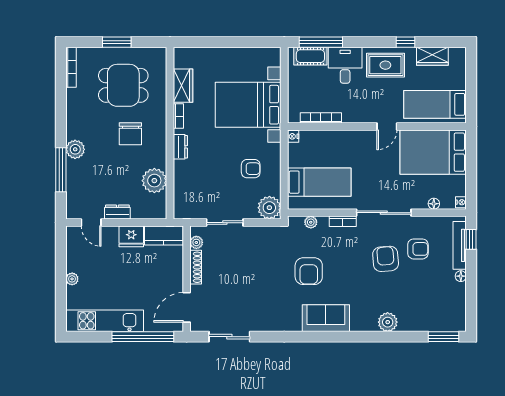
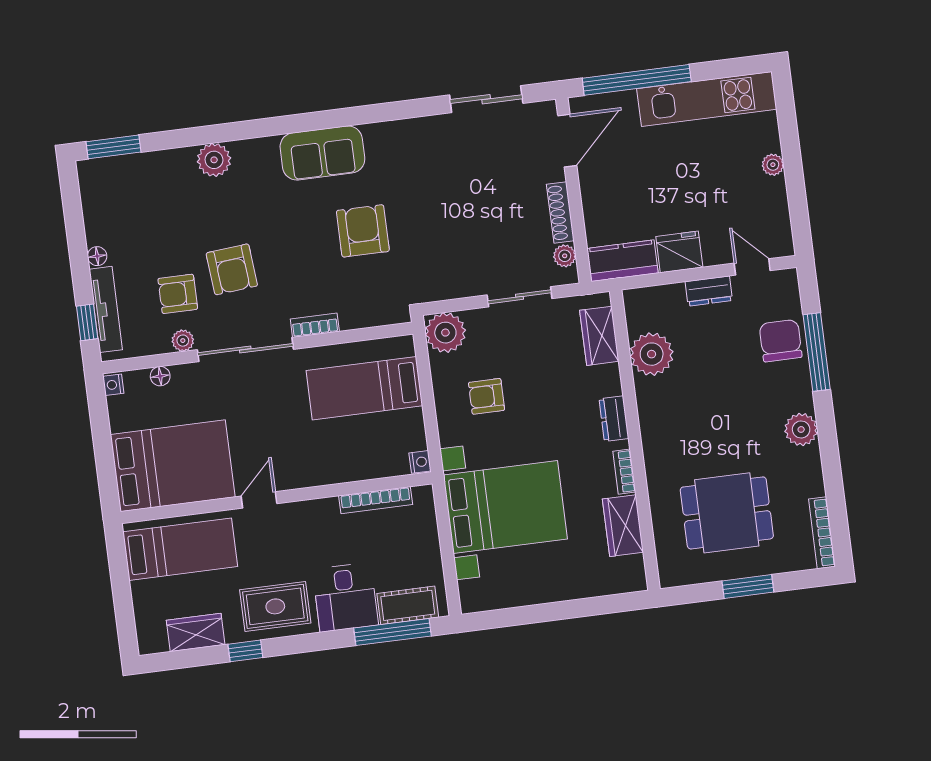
chair: (130, 134) -> (781, 341), moved
plant: (75, 149) -> (801, 429), moved
wardrobe: (183, 195) -> (599, 336), added
plant: (311, 222) -> (183, 341), moved

